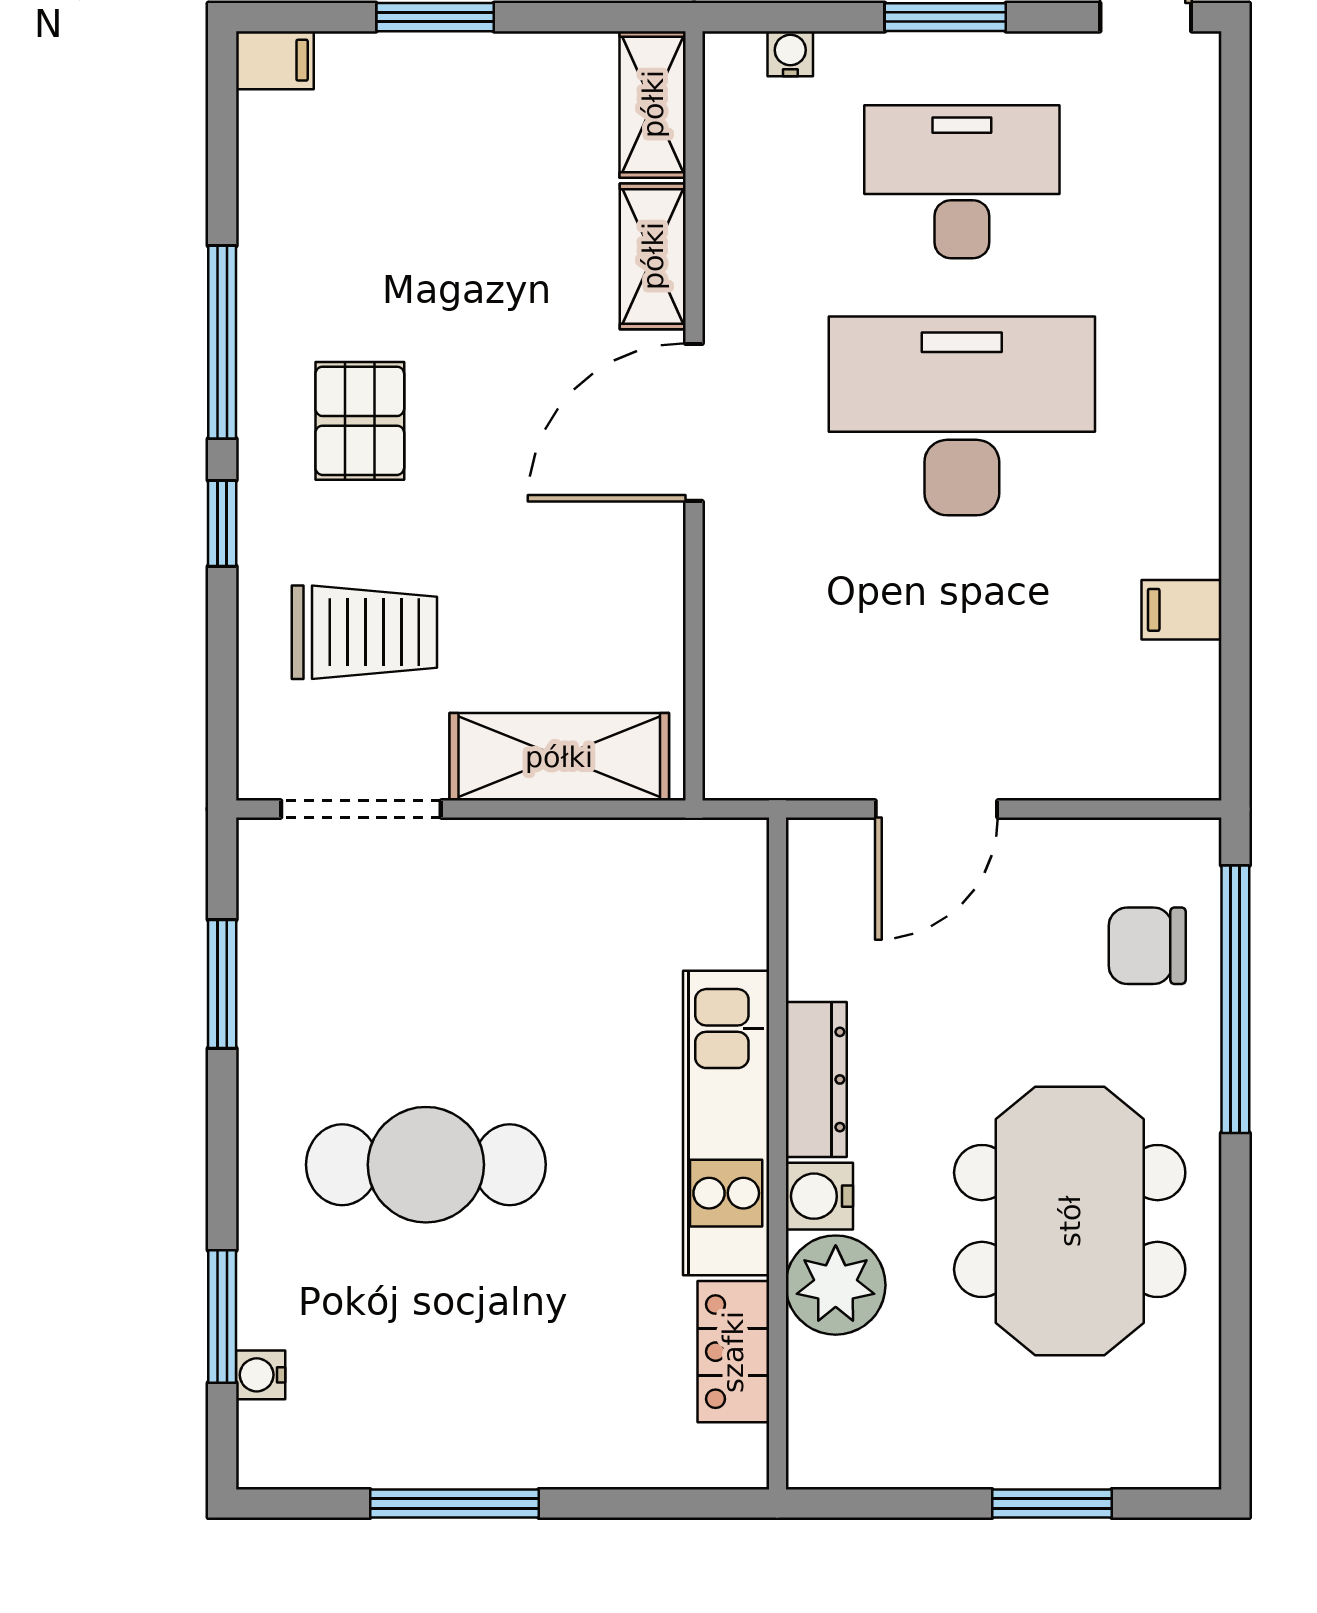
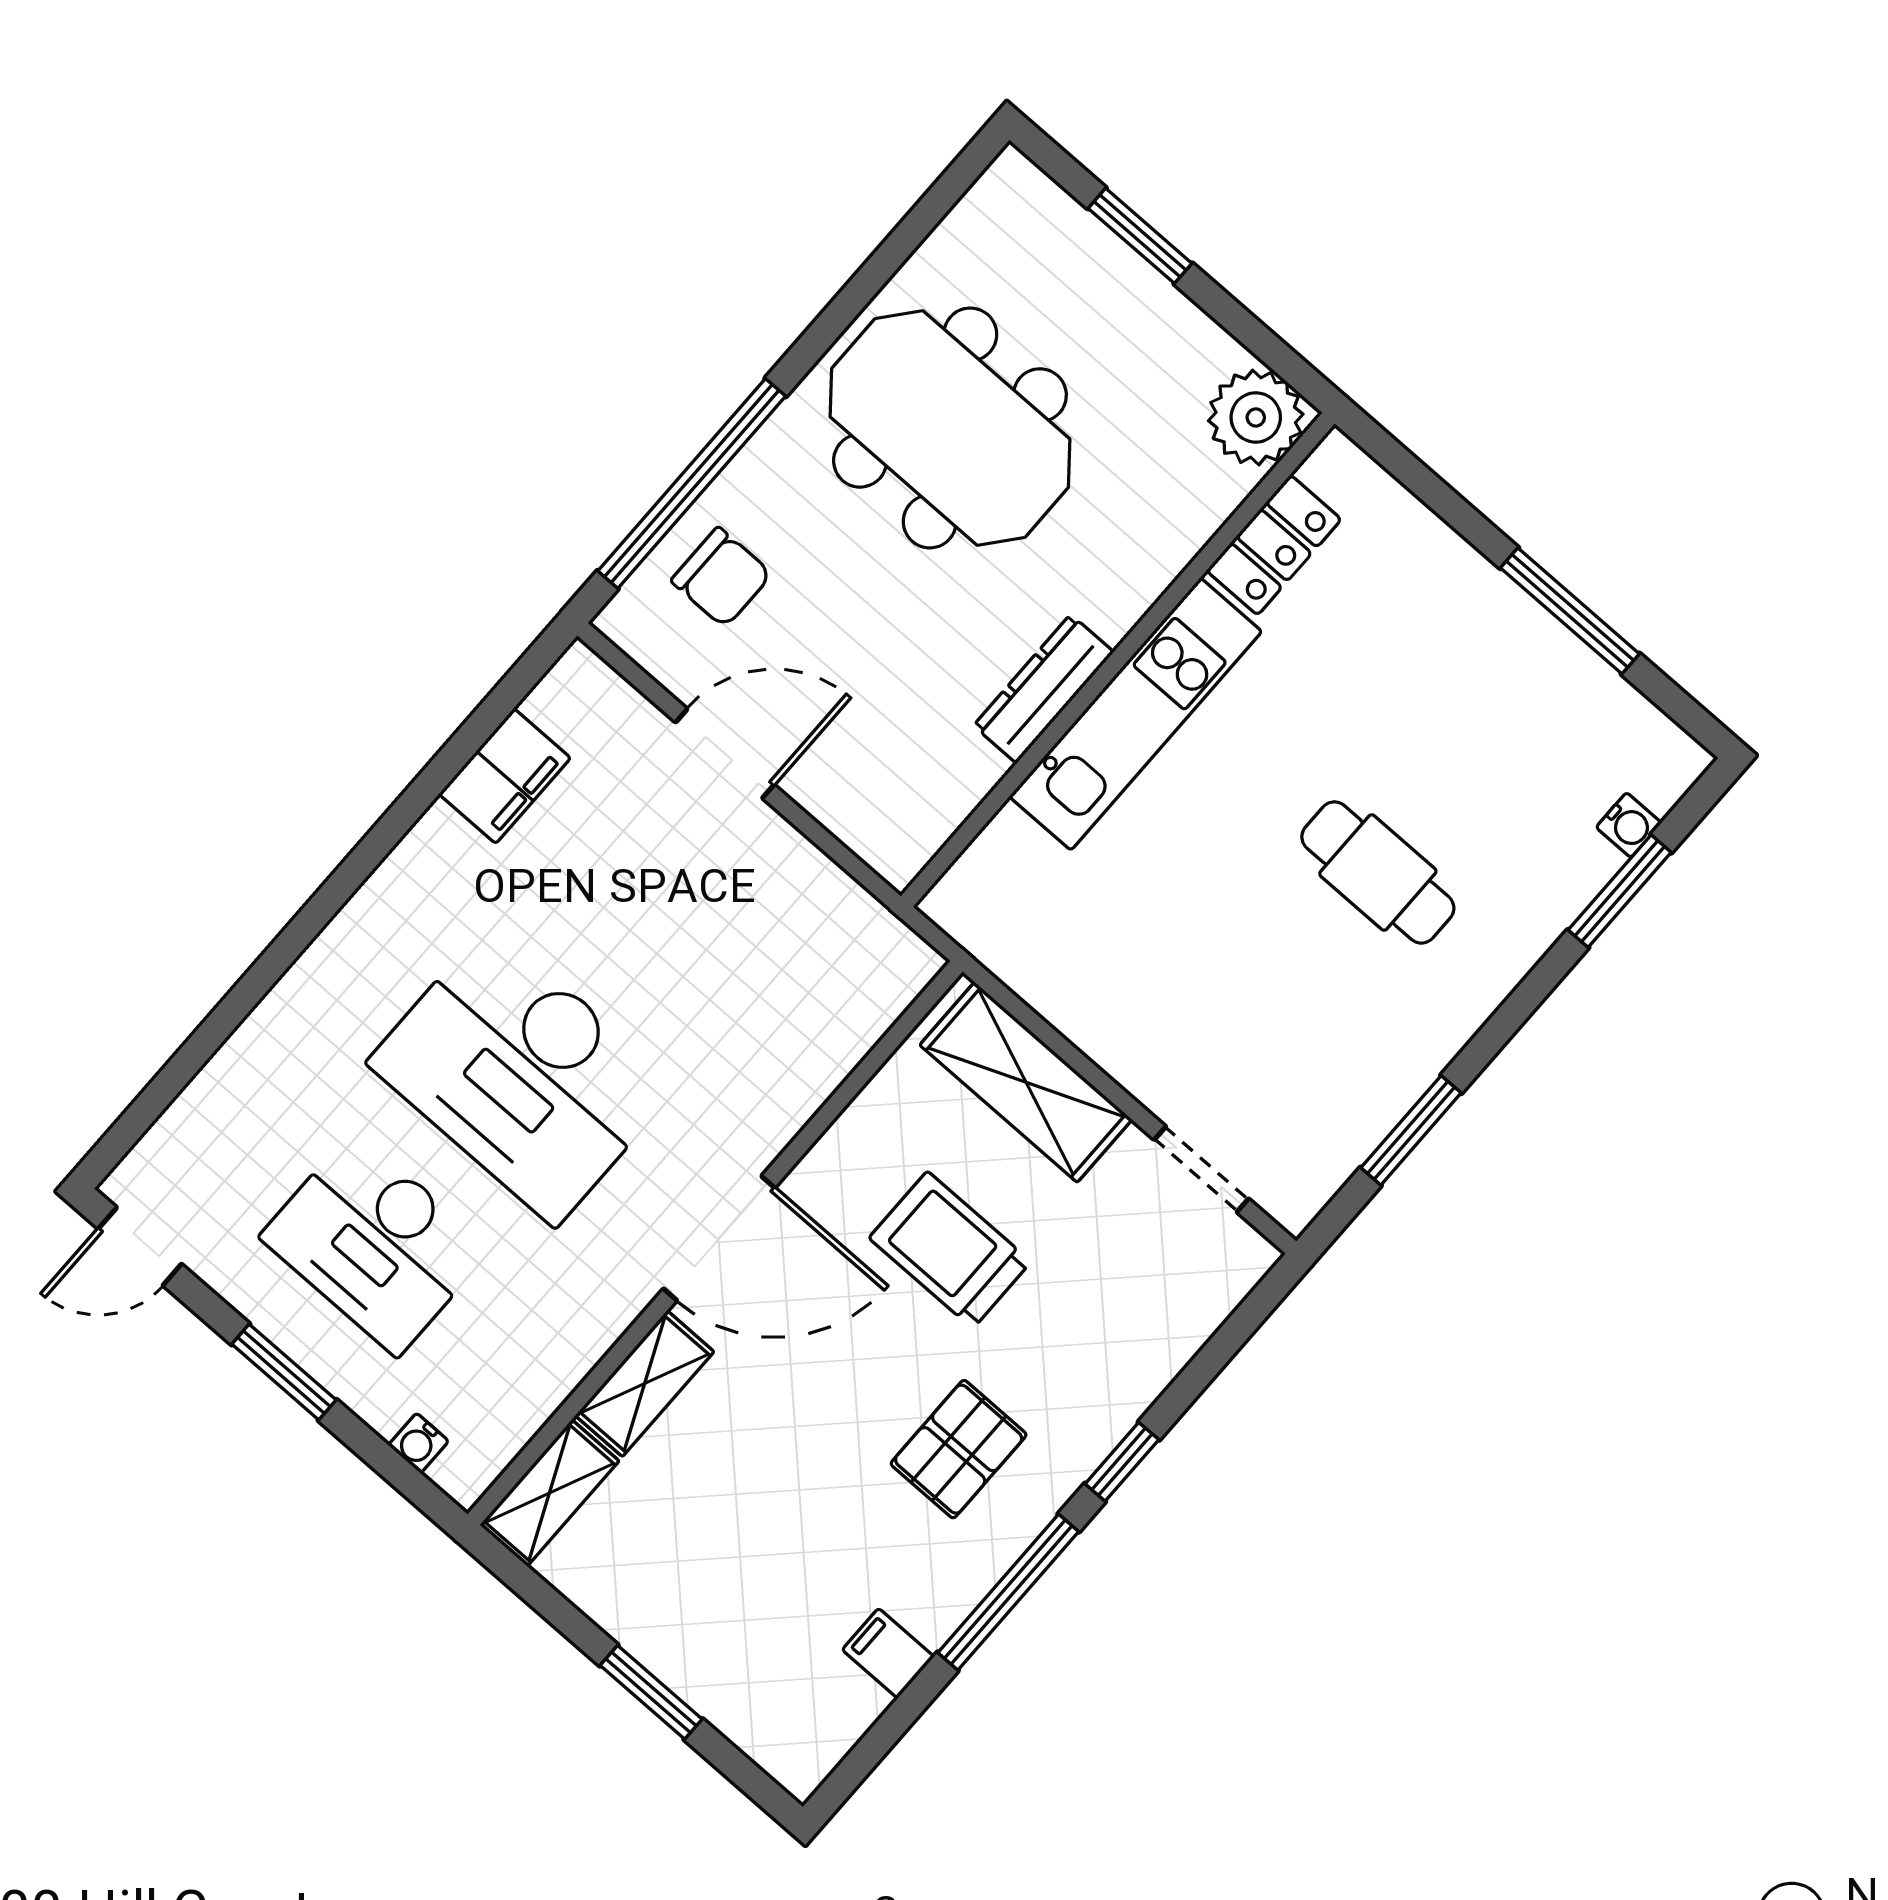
filing cabinet: (275, 60) -> (888, 1653), moved
filing cabinet: (1182, 610) -> (505, 776), width x2.00
trolley: (364, 632) -> (950, 1250), moved
doorway: (361, 809) -> (1201, 1169), width x0.73
door: (936, 809) -> (725, 753), moved
cafe table: (426, 1165) -> (1378, 872), width x0.73, depth x0.74
water cooler: (819, 1196) -> (1115, 603), removed
meeting table: (1070, 1221) -> (950, 428), turned 90
plant: (836, 1285) -> (1256, 417), moved

